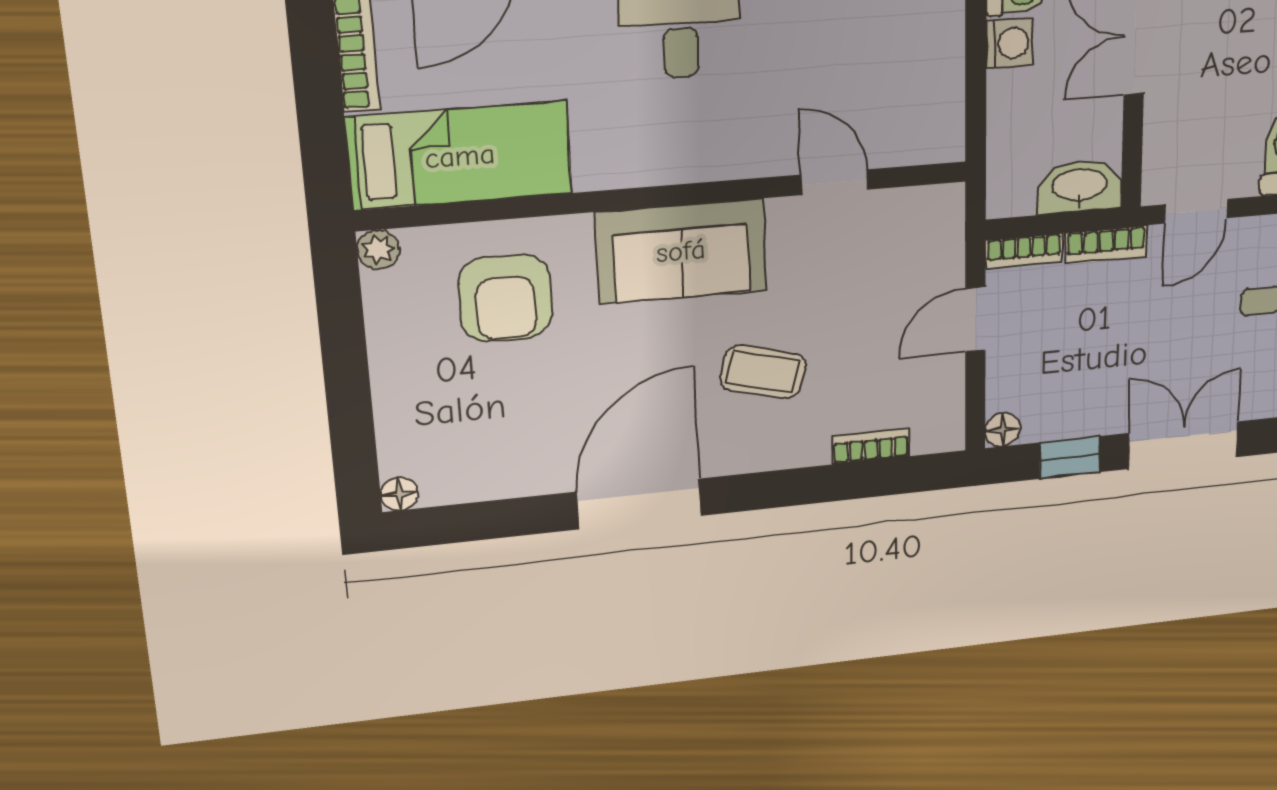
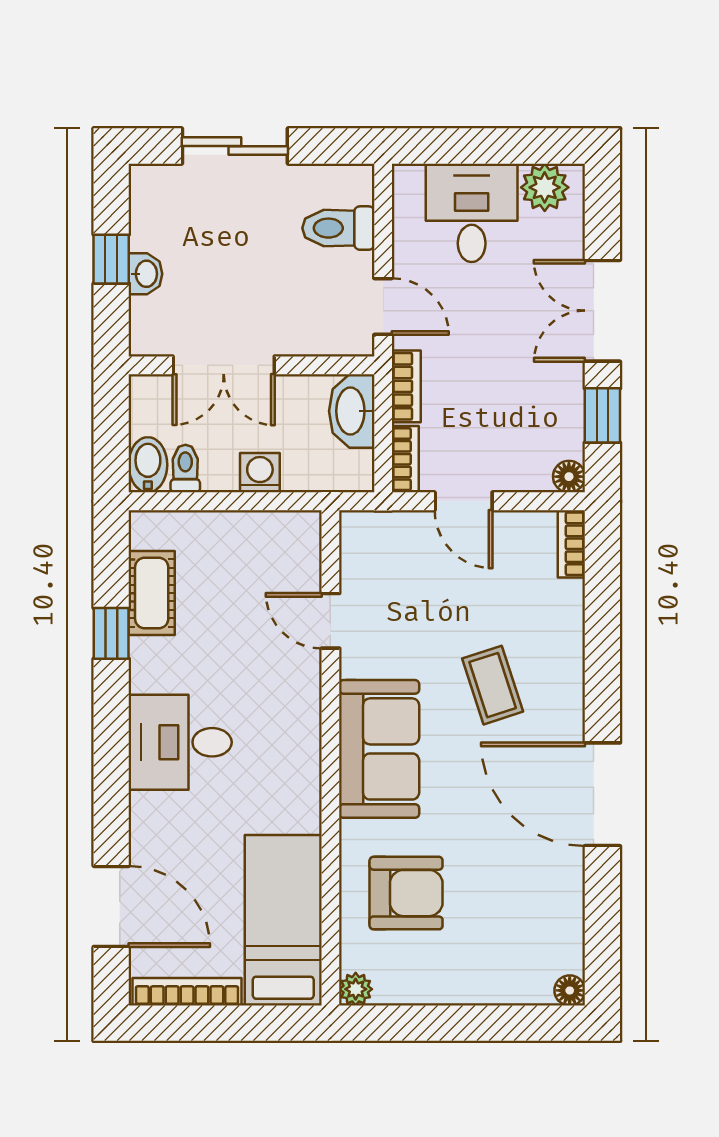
washing machine: (1010, 43) -> (260, 473), moved
door: (834, 182) -> (330, 621), hinge flipped
coffee table: (763, 372) -> (493, 685), turned -33
bookcase: (871, 446) -> (571, 544), moved

